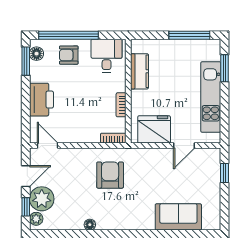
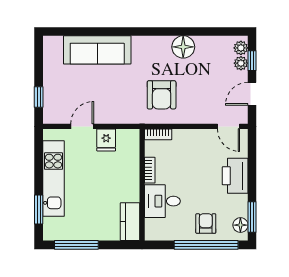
armchair: (69, 55) -> (206, 224), turned -90
desk: (107, 56) -> (162, 201), moved, turned 90
kitchen counter: (139, 71) -> (130, 222), moved
fridge: (154, 129) -> (106, 140), width x0.53, depth x0.75
plant: (42, 199) -> (241, 63), width x0.53, depth x0.53
sofa: (178, 217) -> (97, 50), width x1.36
floor lamp: (90, 225) -> (183, 47), width x1.89, depth x1.89

